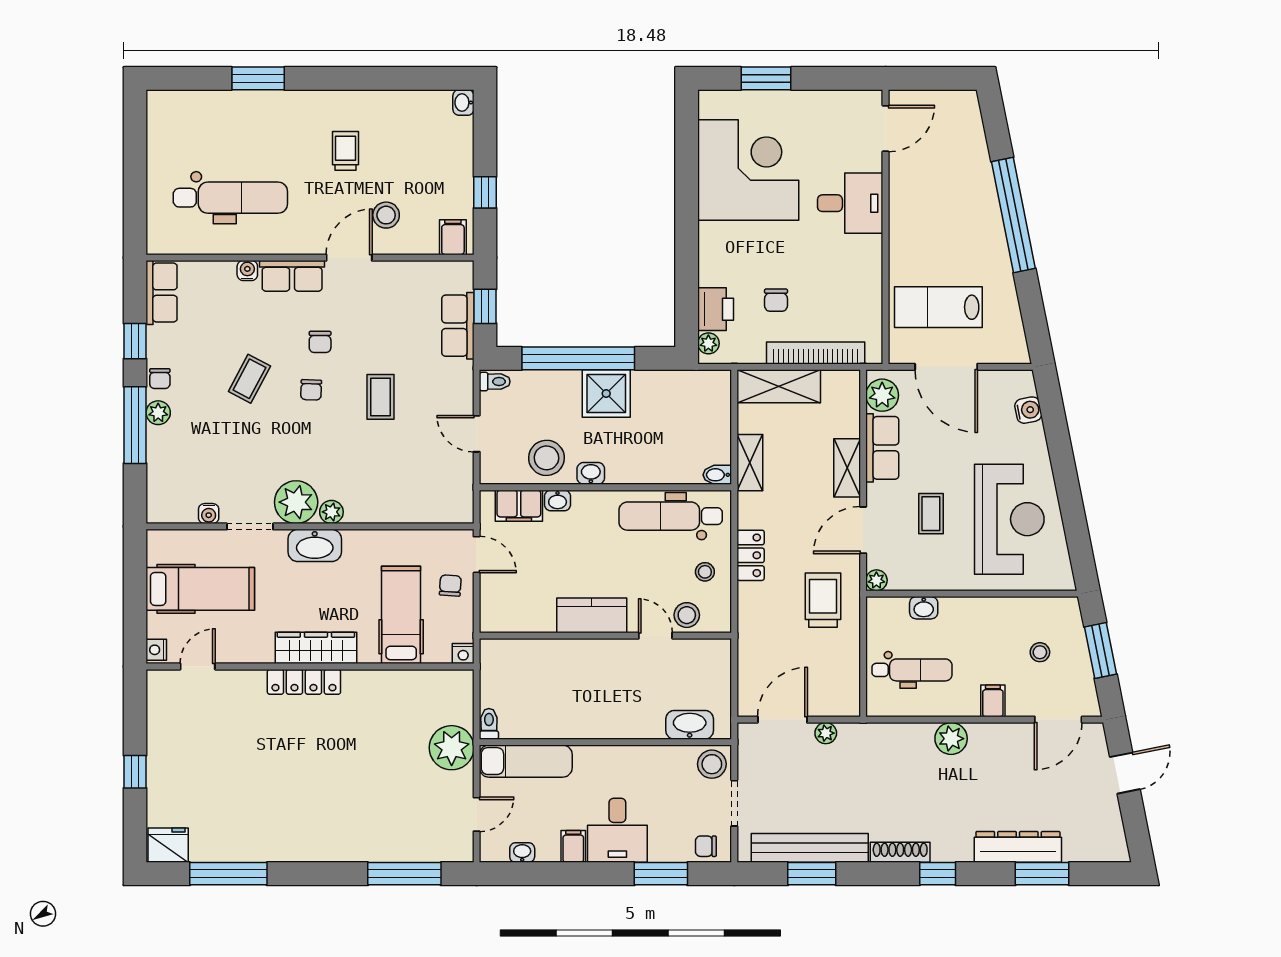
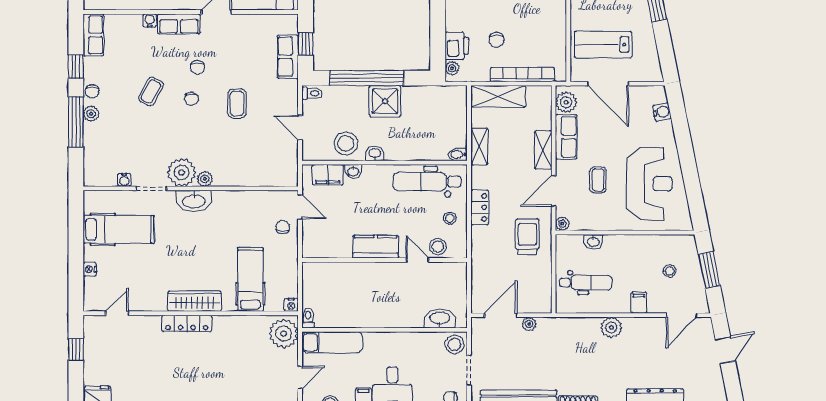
hospital bed: (401, 615) -> (250, 279), moved
wardrobe: (316, 648) -> (195, 301), moved
nightstand: (463, 654) -> (291, 305), moved
door: (198, 666) -> (117, 313), moved
wall: (310, 666) -> (191, 313), moved
locker: (304, 682) -> (187, 323), moved

